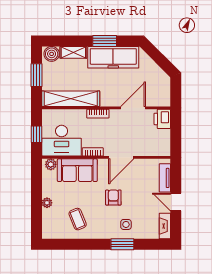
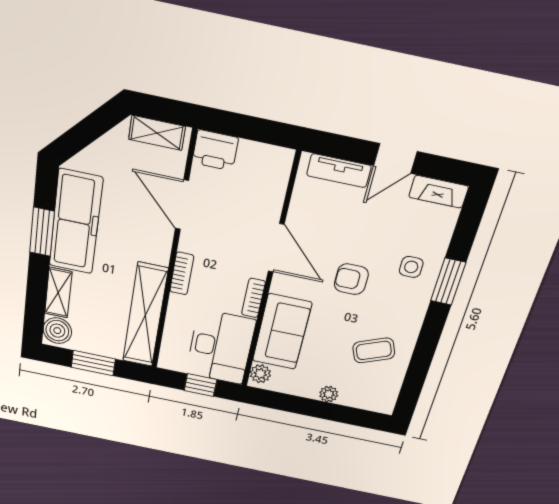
shelving: (165, 91) -> (157, 133), added

